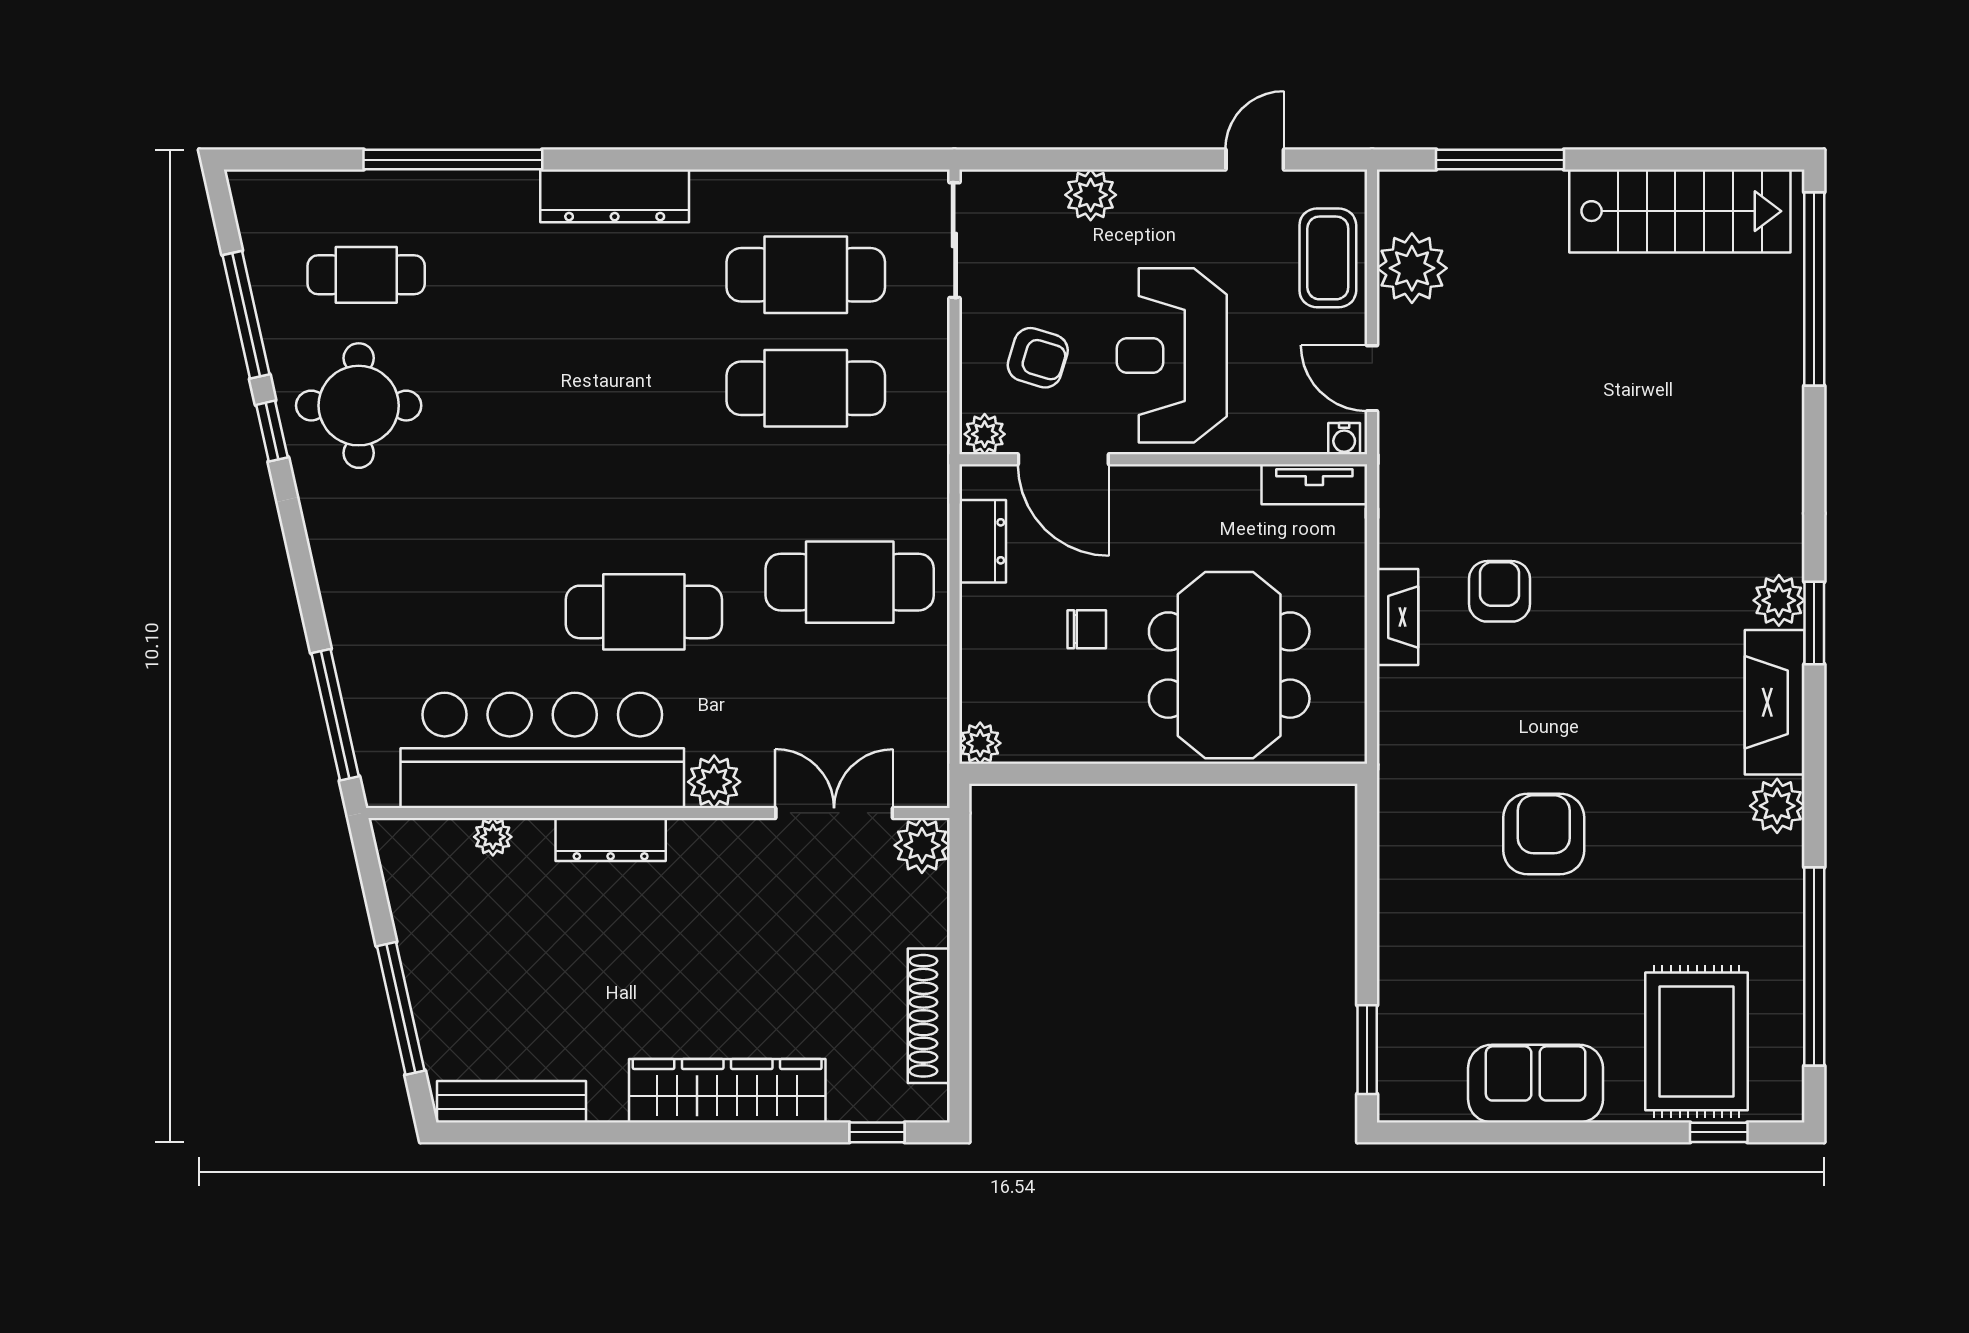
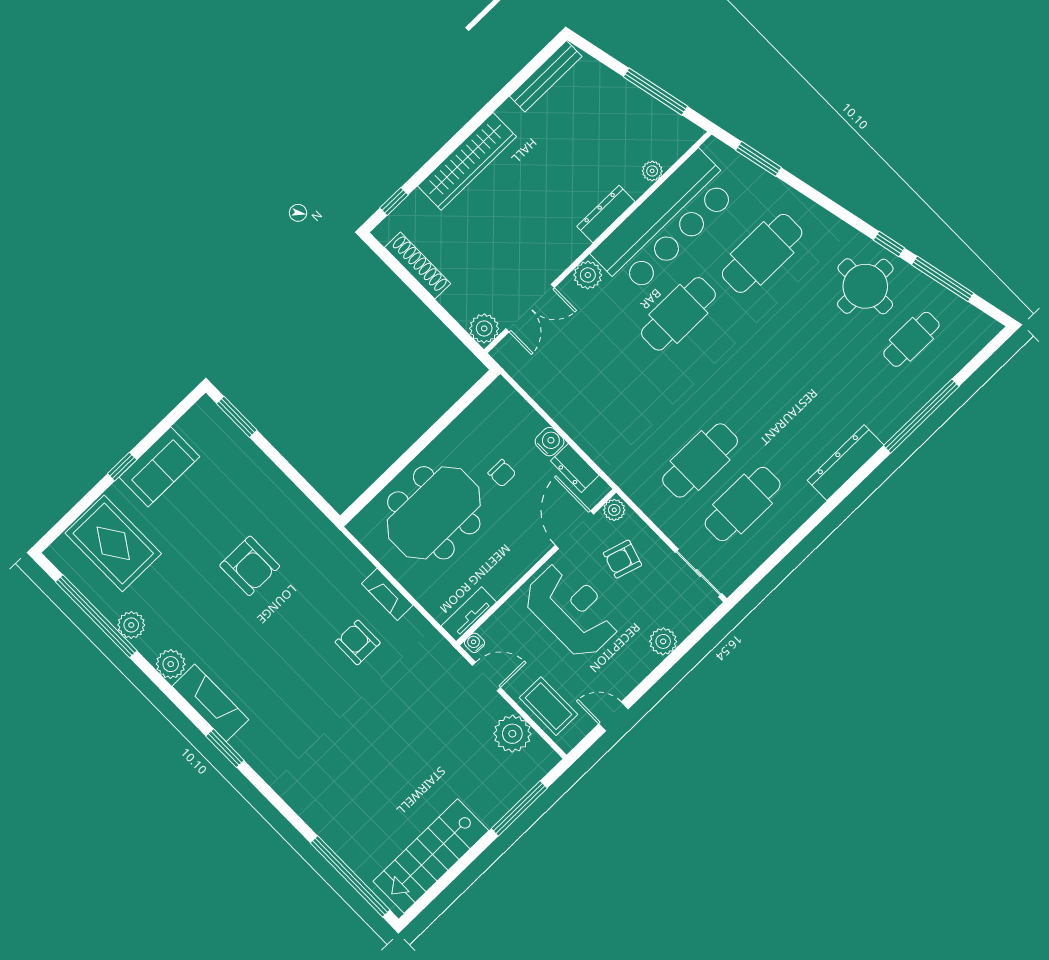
door: (1255, 160) -> (613, 716), swing flipped
door: (1063, 459) -> (575, 530), hinge flipped
cafe table: (850, 582) -> (762, 253), moved
armchair: (1500, 591) -> (358, 642), turned 180
plant: (1779, 600) -> (131, 625), moved
water cooler: (982, 609) -> (550, 442), added
chair: (1087, 629) -> (502, 473), turned -90
meeting table: (1229, 665) -> (434, 513), turned 90
window: (335, 715) -> (758, 159), width x0.69
plant: (980, 743) -> (500, 389), removed
window: (401, 1008) -> (655, 92), moved
window: (1719, 1132) -> (122, 467), moved

